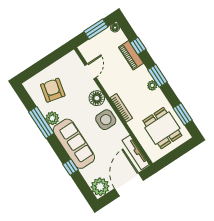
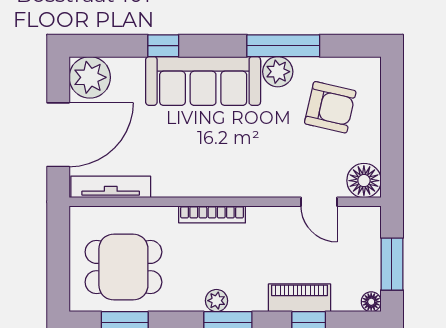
floor lamp: (97, 98) -> (364, 181), moved
side table: (106, 120) -> (209, 171), removed
door: (129, 185) -> (58, 135), hinge flipped

